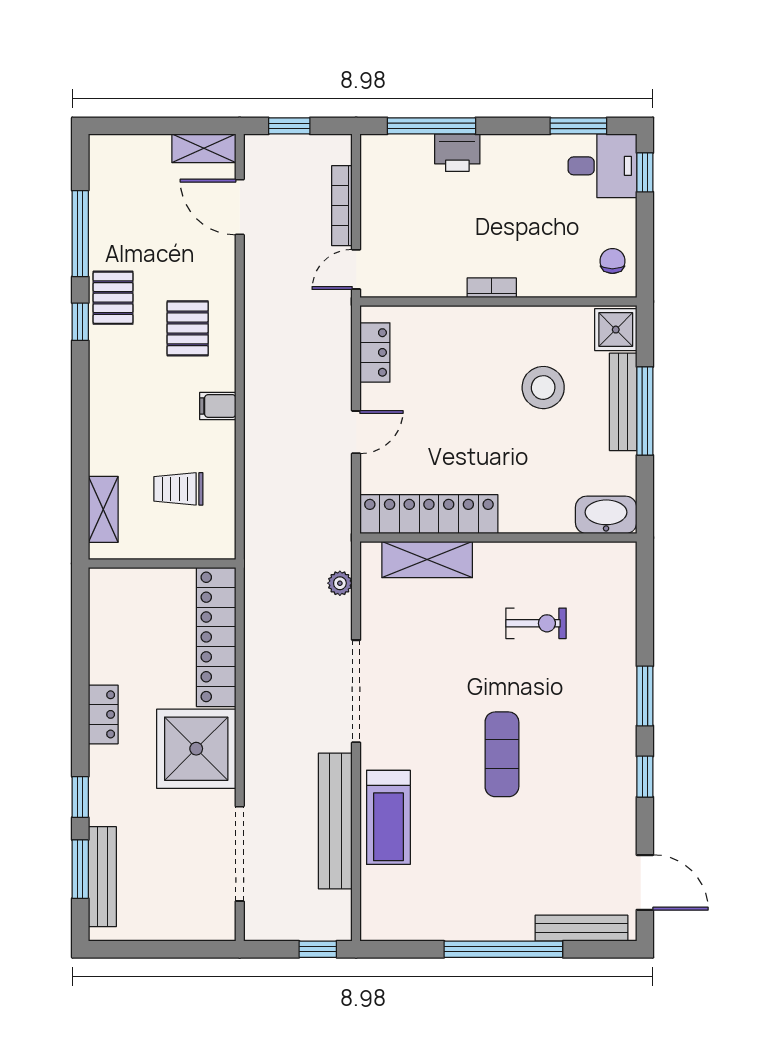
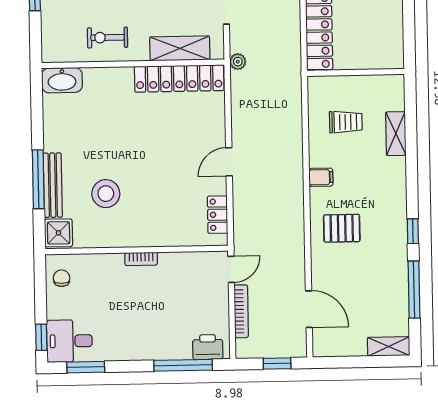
shelving: (204, 148) -> (389, 346), moved
printer: (457, 153) -> (208, 347), moved
chair: (612, 261) -> (62, 278), turned 180
pallet: (113, 298) -> (391, 248), removed
pallet: (188, 328) -> (342, 228), turned 90
shelving: (103, 509) -> (396, 134), moved
locker: (429, 514) -> (179, 78), moved
washbasin: (606, 515) -> (62, 80), moved
wall: (498, 538) -> (133, 64), moved
shelving: (427, 560) -> (180, 48), moved

